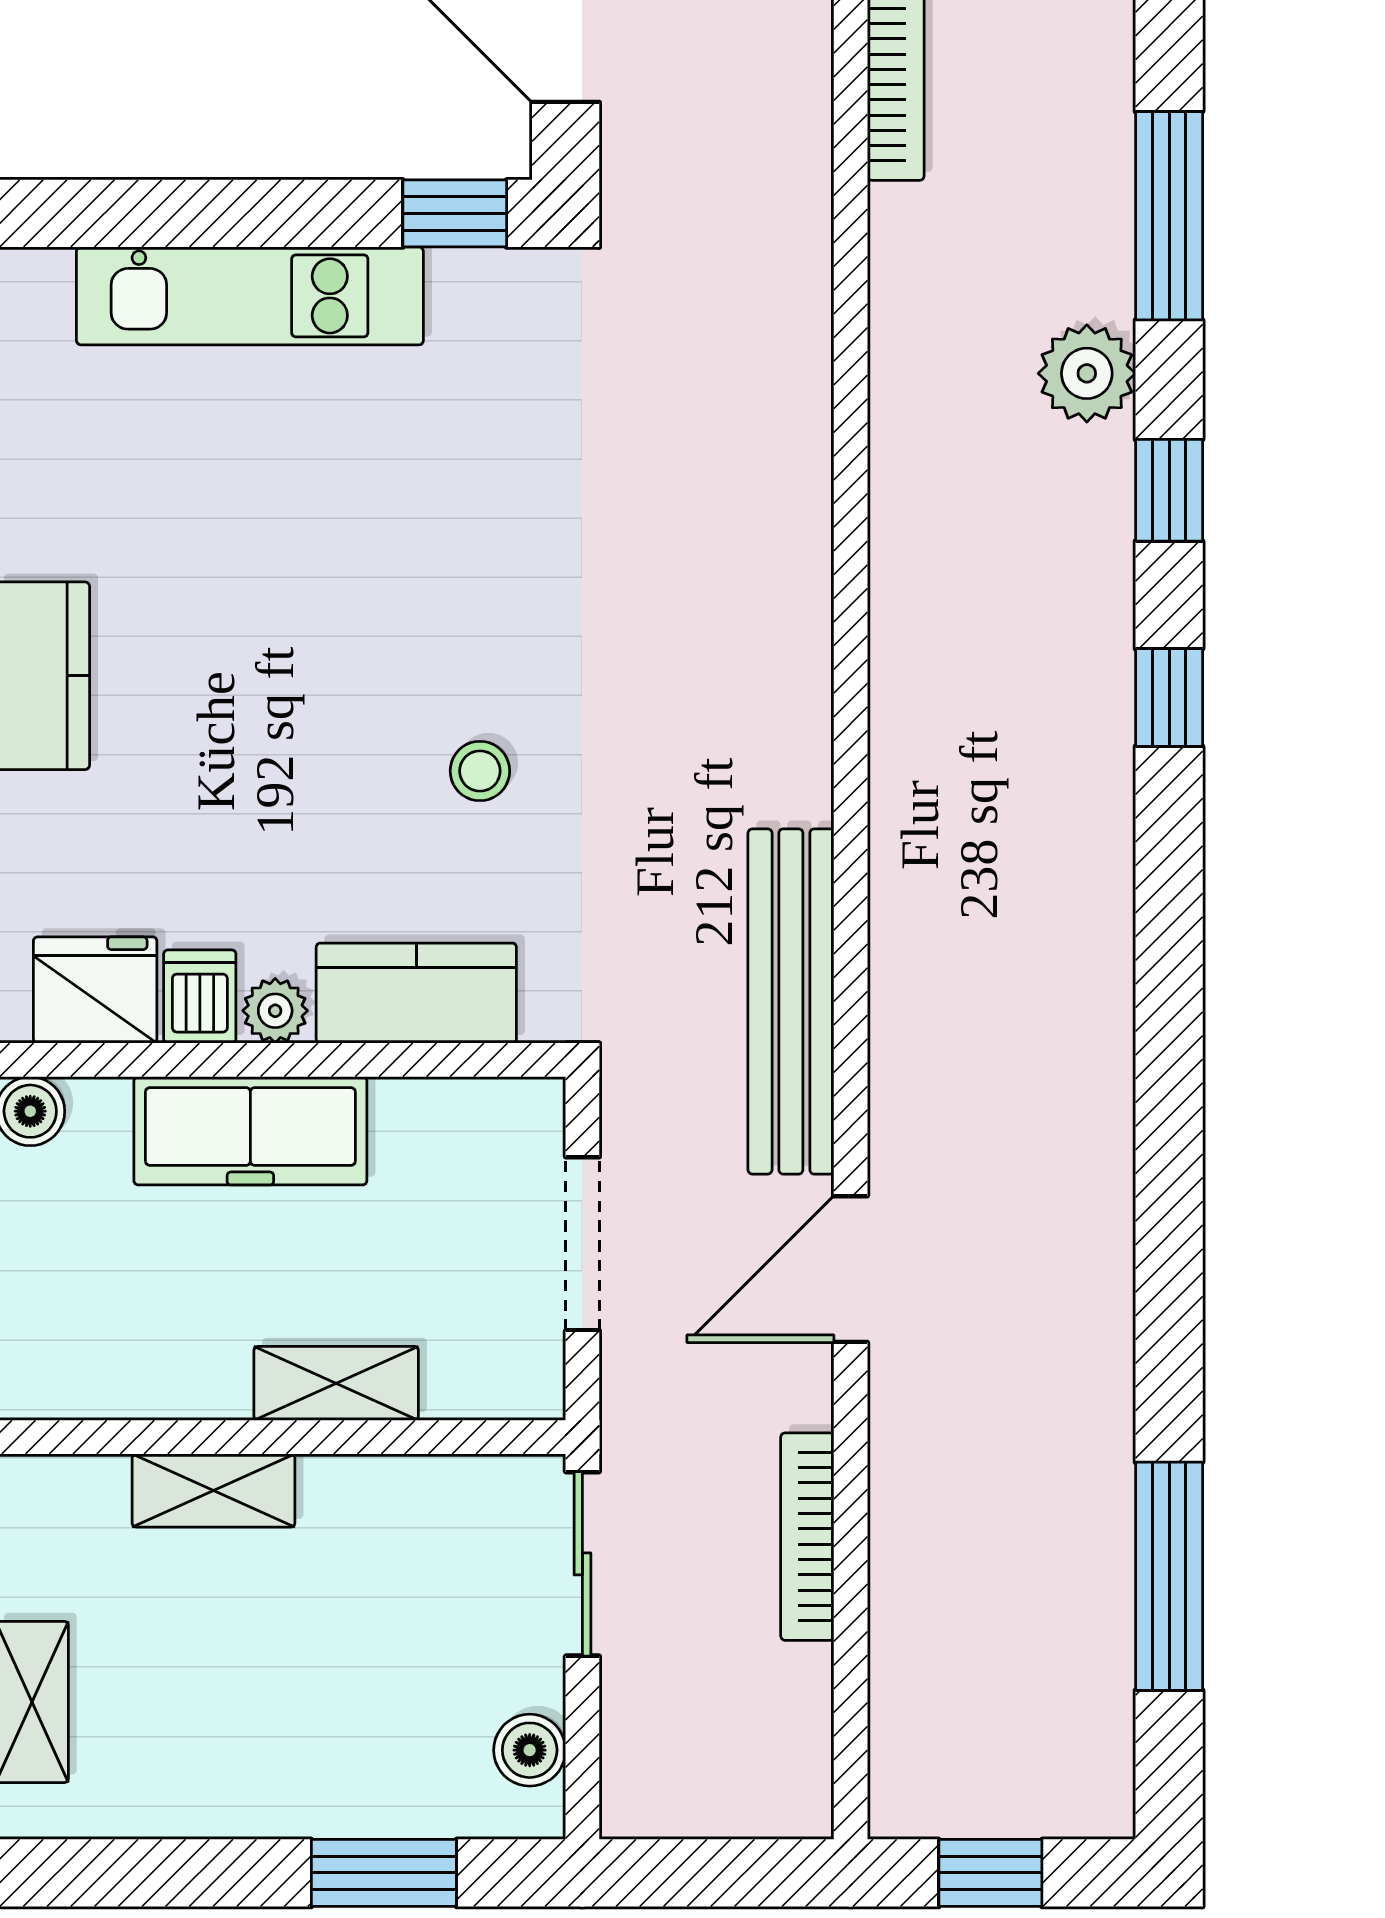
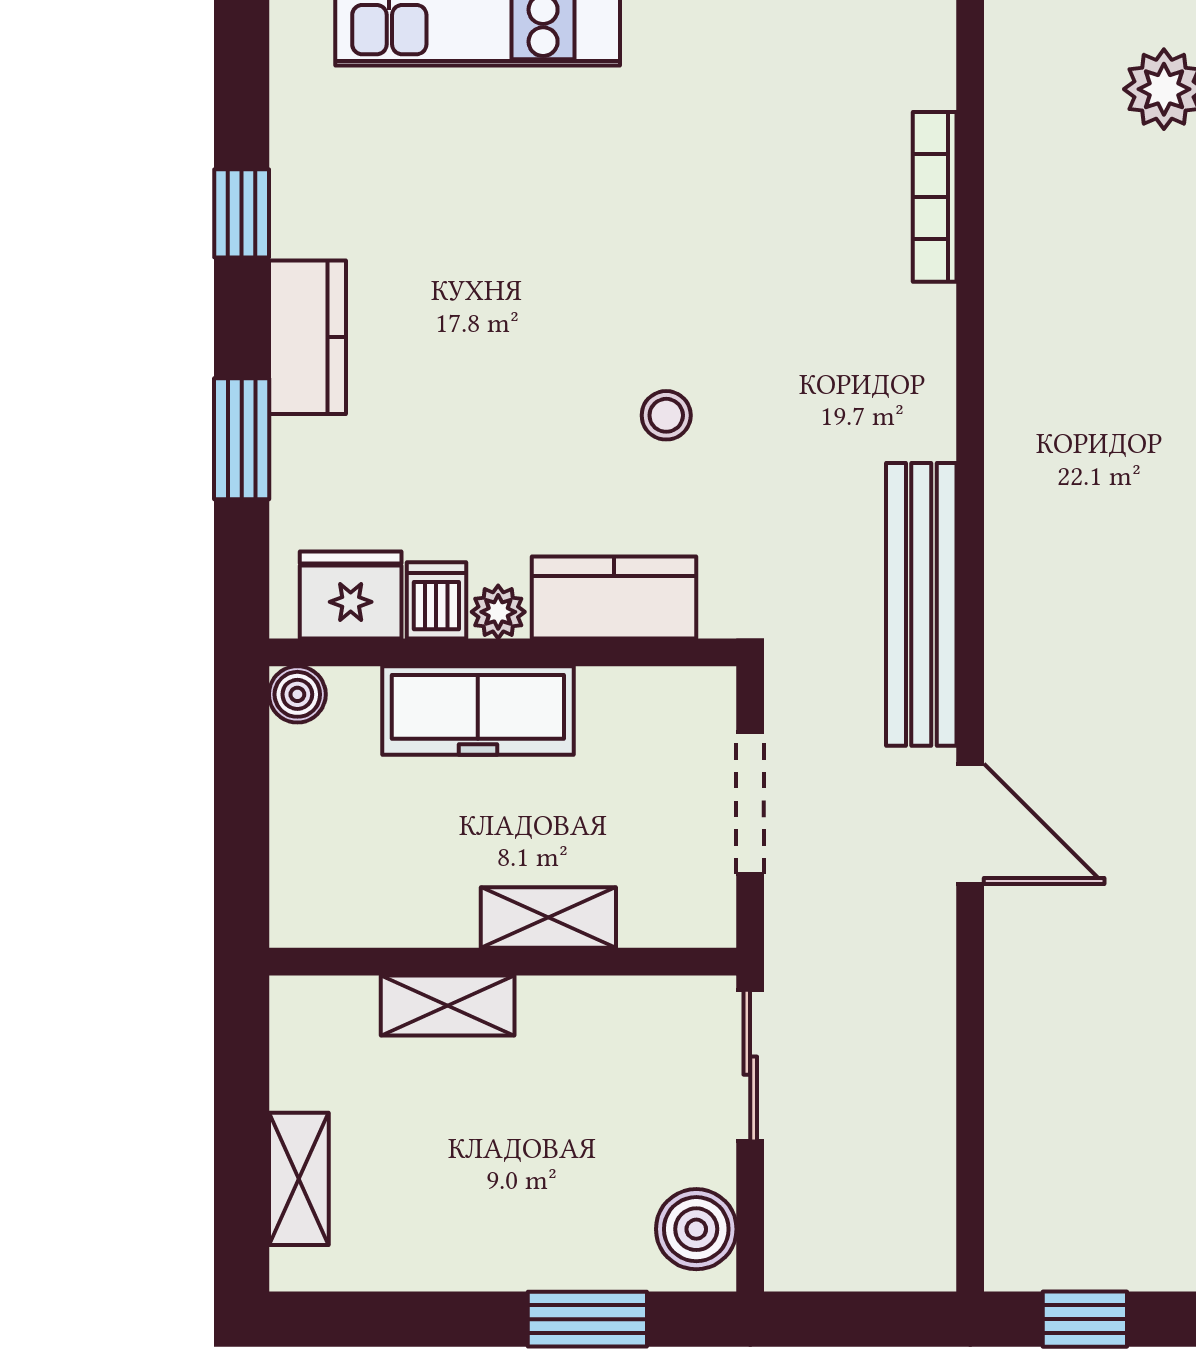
door: (851, 1269) -> (970, 824), swing flipped
bookcase: (807, 1537) -> (935, 197), moved
boiler: (530, 1750) -> (696, 1229), width x1.36, depth x1.36

